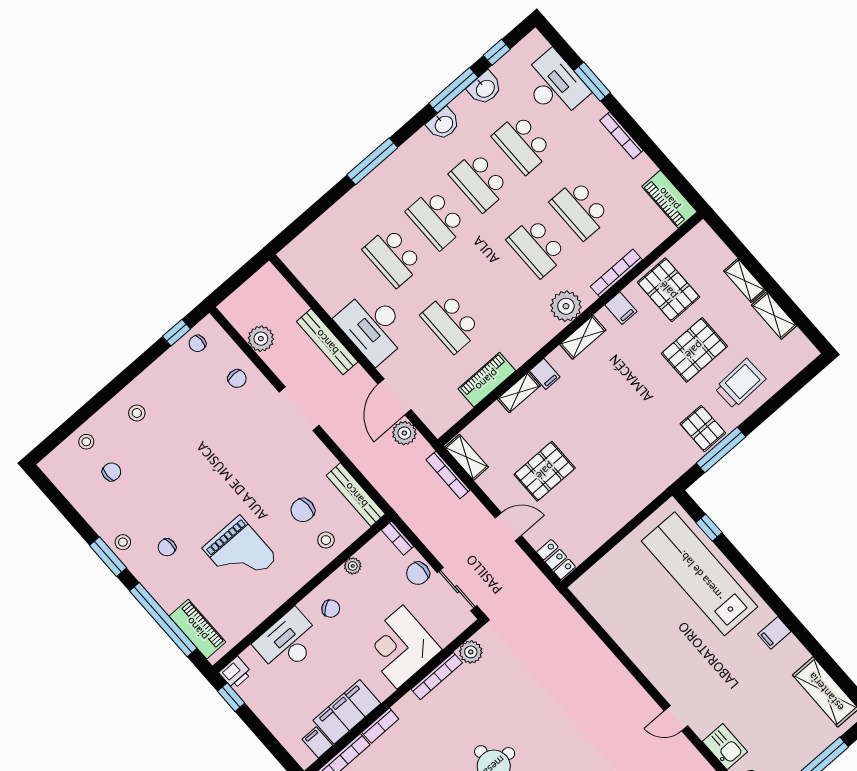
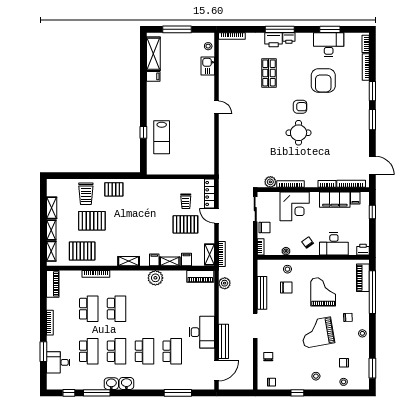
desk: (554, 85) -> (58, 362), width x0.73
washbasin: (485, 88) -> (126, 383), moved
window: (372, 161) -> (178, 393), moved
shelving: (716, 248) -> (51, 251), added
pallet: (668, 290) -> (82, 251), turned 90
plant: (566, 306) -> (155, 278), moved
filing cabinet: (621, 308) -> (187, 260), moved
school desk: (451, 323) -> (172, 309), removed
window: (177, 333) -> (297, 393), moved
plant: (261, 339) -> (247, 364), removed
piano: (487, 380) -> (200, 276), moved
trolley: (740, 384) -> (86, 194), turned -88
door: (395, 397) -> (217, 371), moved
pallet: (703, 428) -> (114, 189), turned 90
window: (721, 450) -> (114, 176), removed
grand piano: (194, 483) -> (317, 332), added
bench: (356, 495) -> (262, 293), moved
trolley: (575, 507) -> (186, 201), added
window: (709, 528) -> (143, 132), moved
window: (108, 557) -> (372, 368), moved
locker: (556, 559) -> (210, 193), width x1.53
lab bench: (700, 574) -> (162, 137), width x0.54, depth x0.72
filing cabinet: (774, 633) -> (153, 76), moved
window: (231, 697) -> (372, 212), moved
door: (676, 718) -> (217, 107), moved

